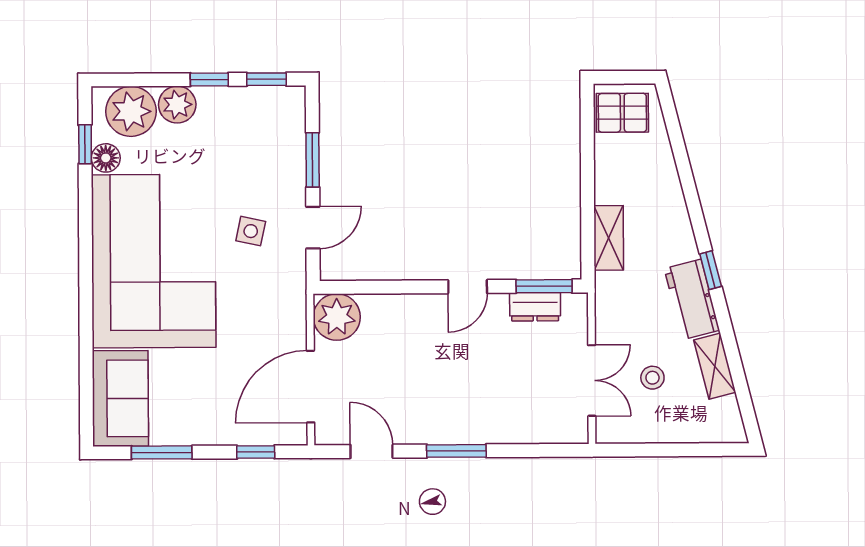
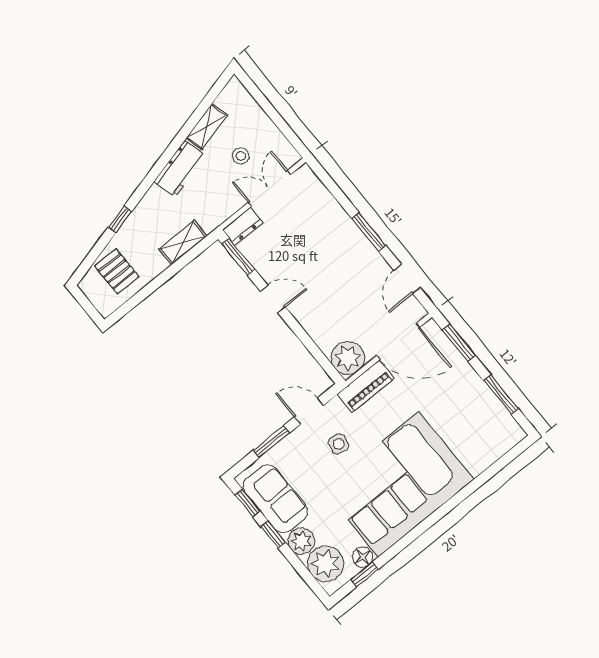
pallet: (622, 113) -> (117, 271), moved
window: (711, 270) -> (120, 219), moved
dresser: (535, 307) -> (243, 226), moved, turned 90
piano: (290, 311) -> (366, 386), added
sofa: (120, 398) -> (275, 499), moved, turned 90
window: (256, 452) -> (459, 343), width x1.50

